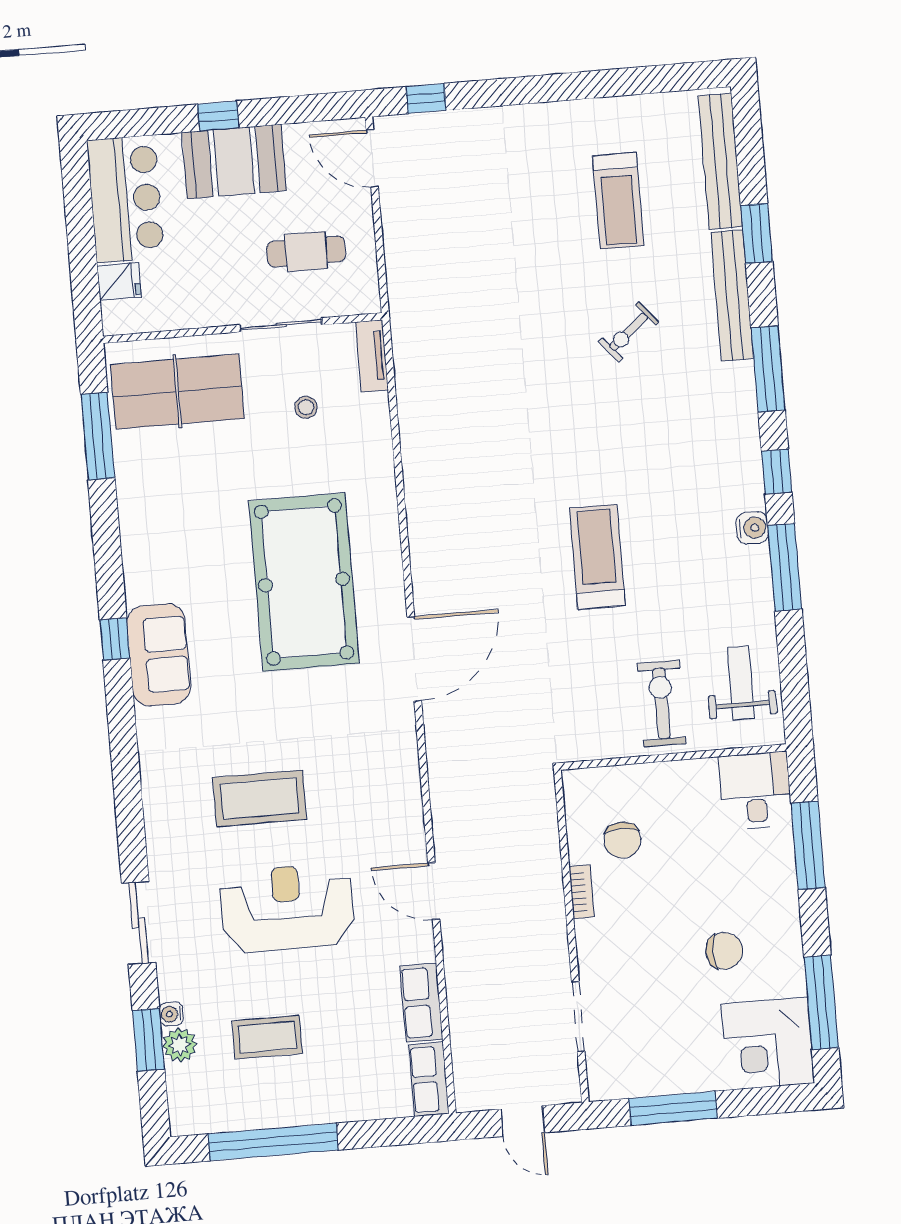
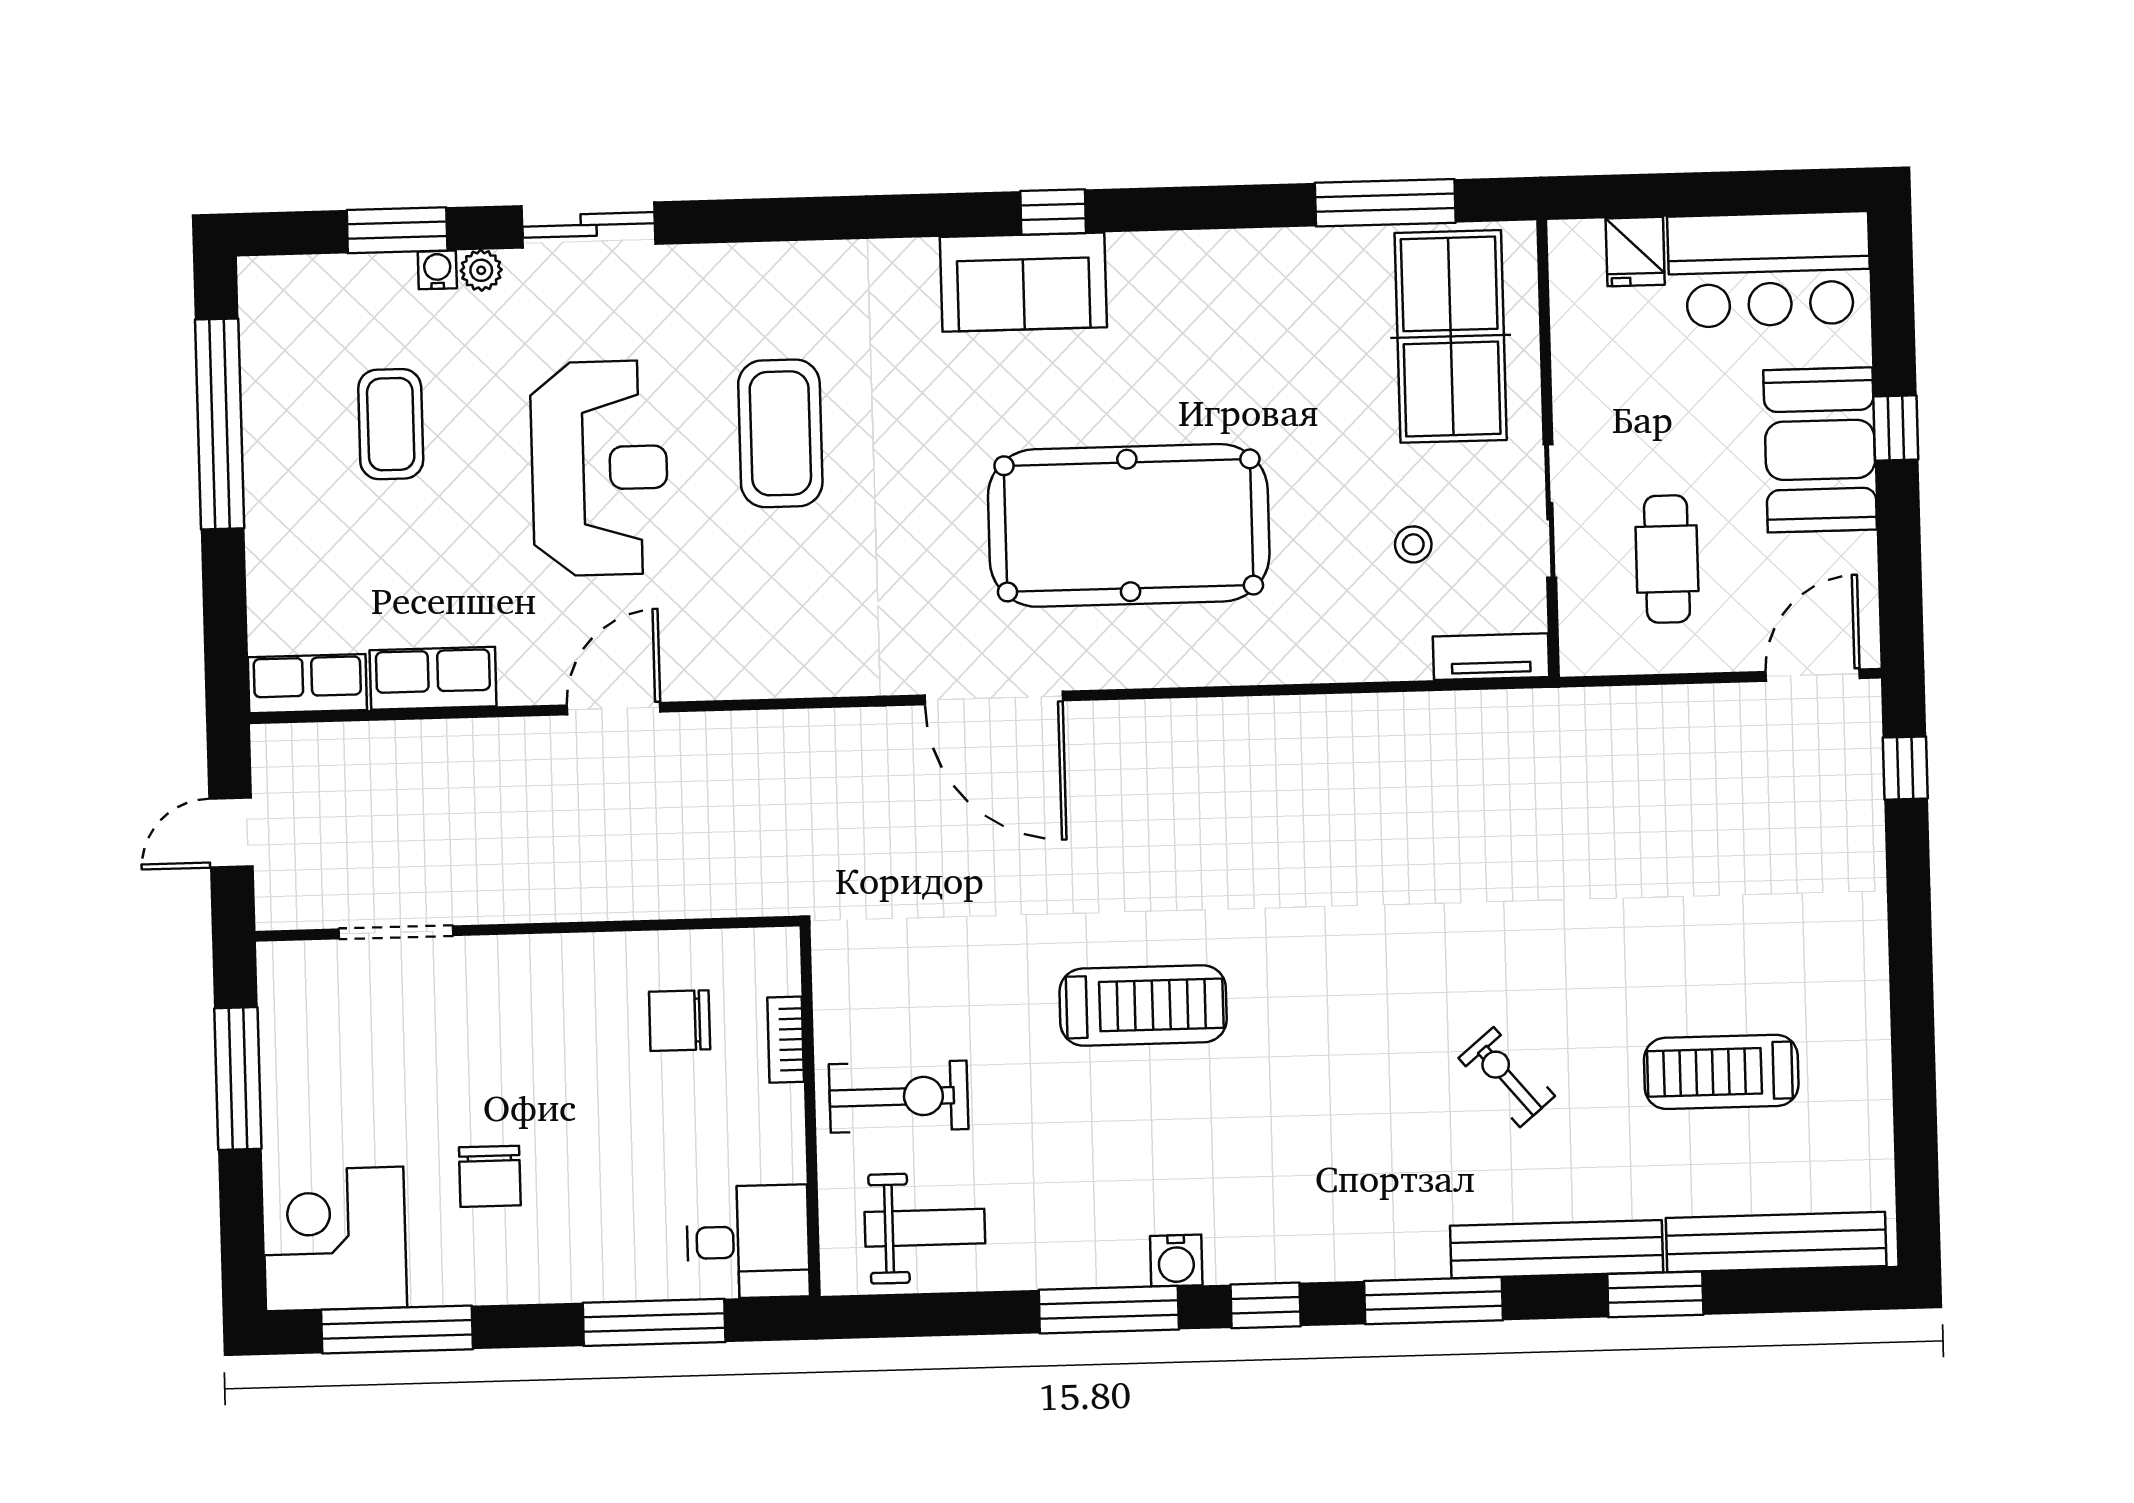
bookcase: (582, 892) -> (786, 1040), moved, turned 90
plant: (180, 1045) -> (481, 270), moved, width x0.73, depth x0.73

